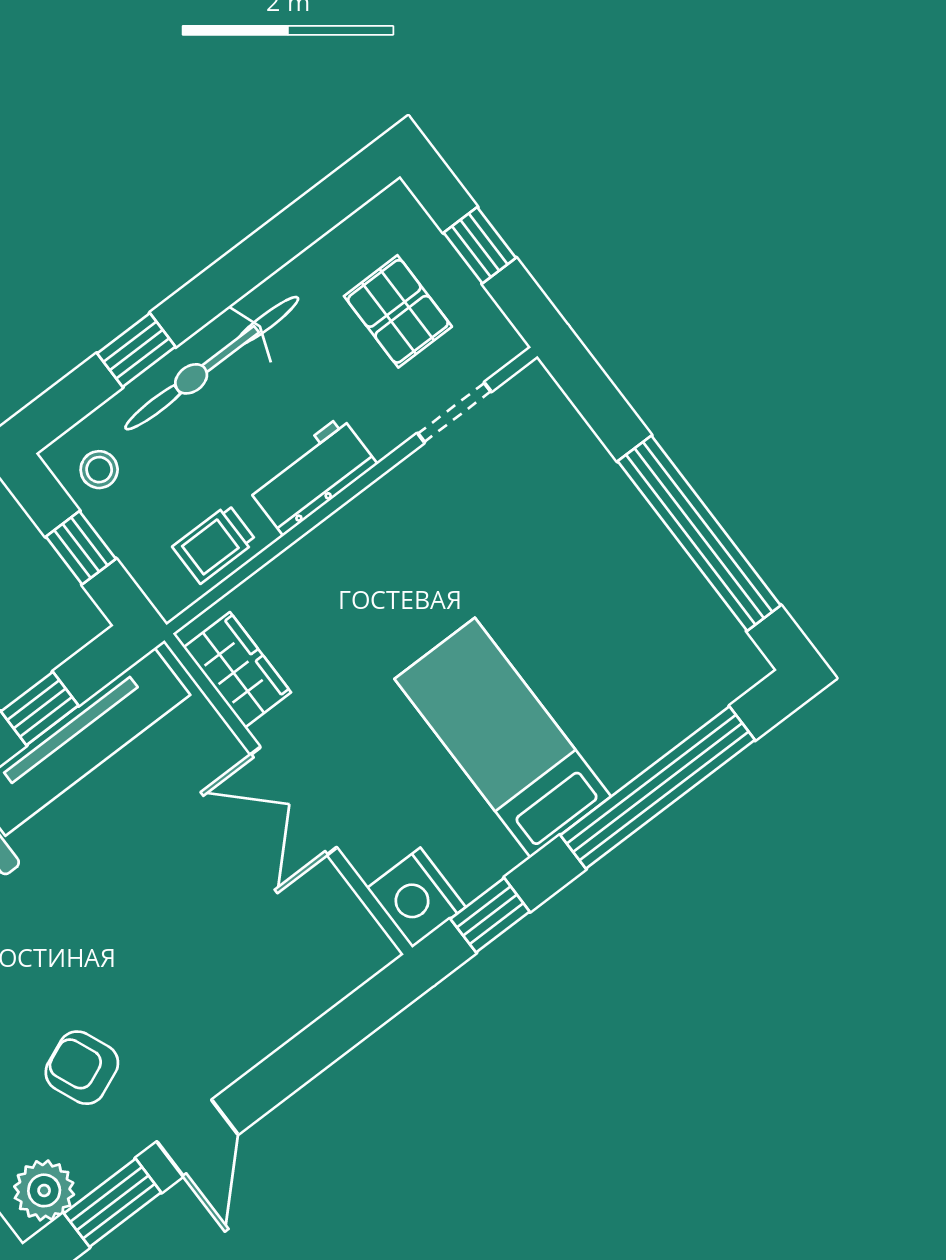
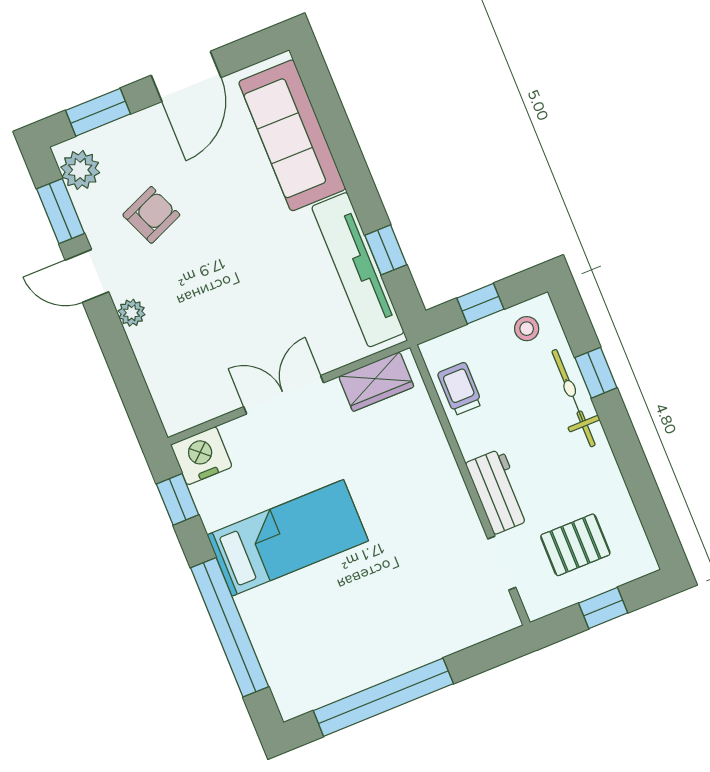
bicycle: (212, 363) -> (574, 398), width x0.73, depth x0.71
workbench: (312, 476) -> (498, 491), moved
plant: (234, 1058) -> (132, 313), added

